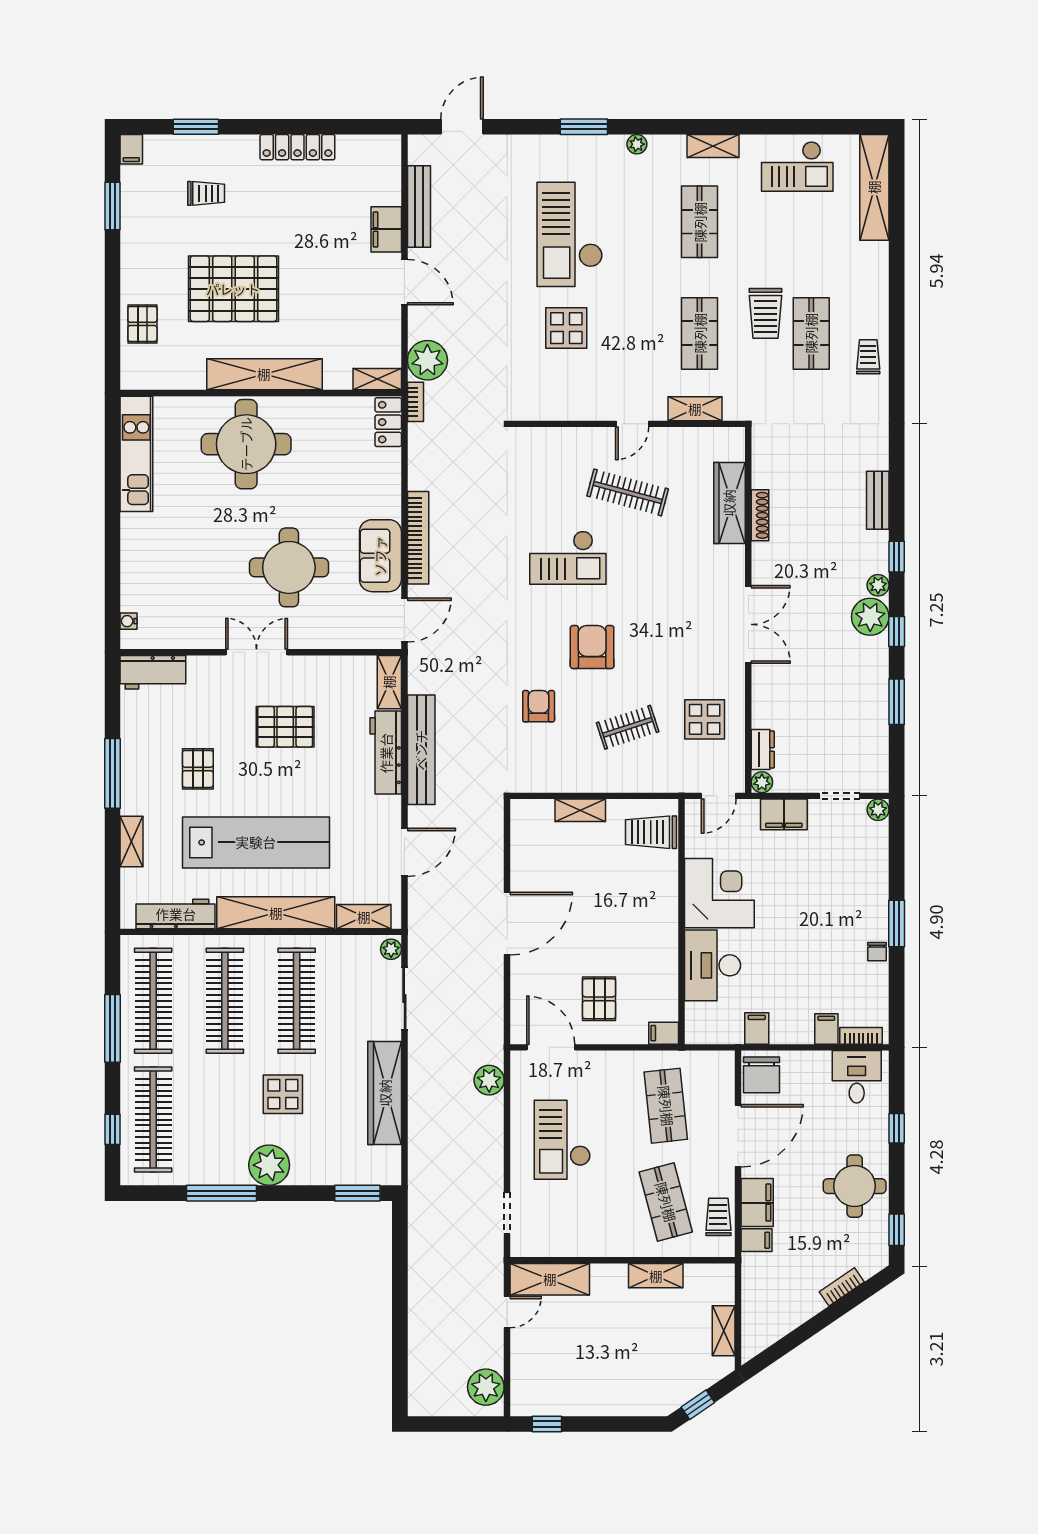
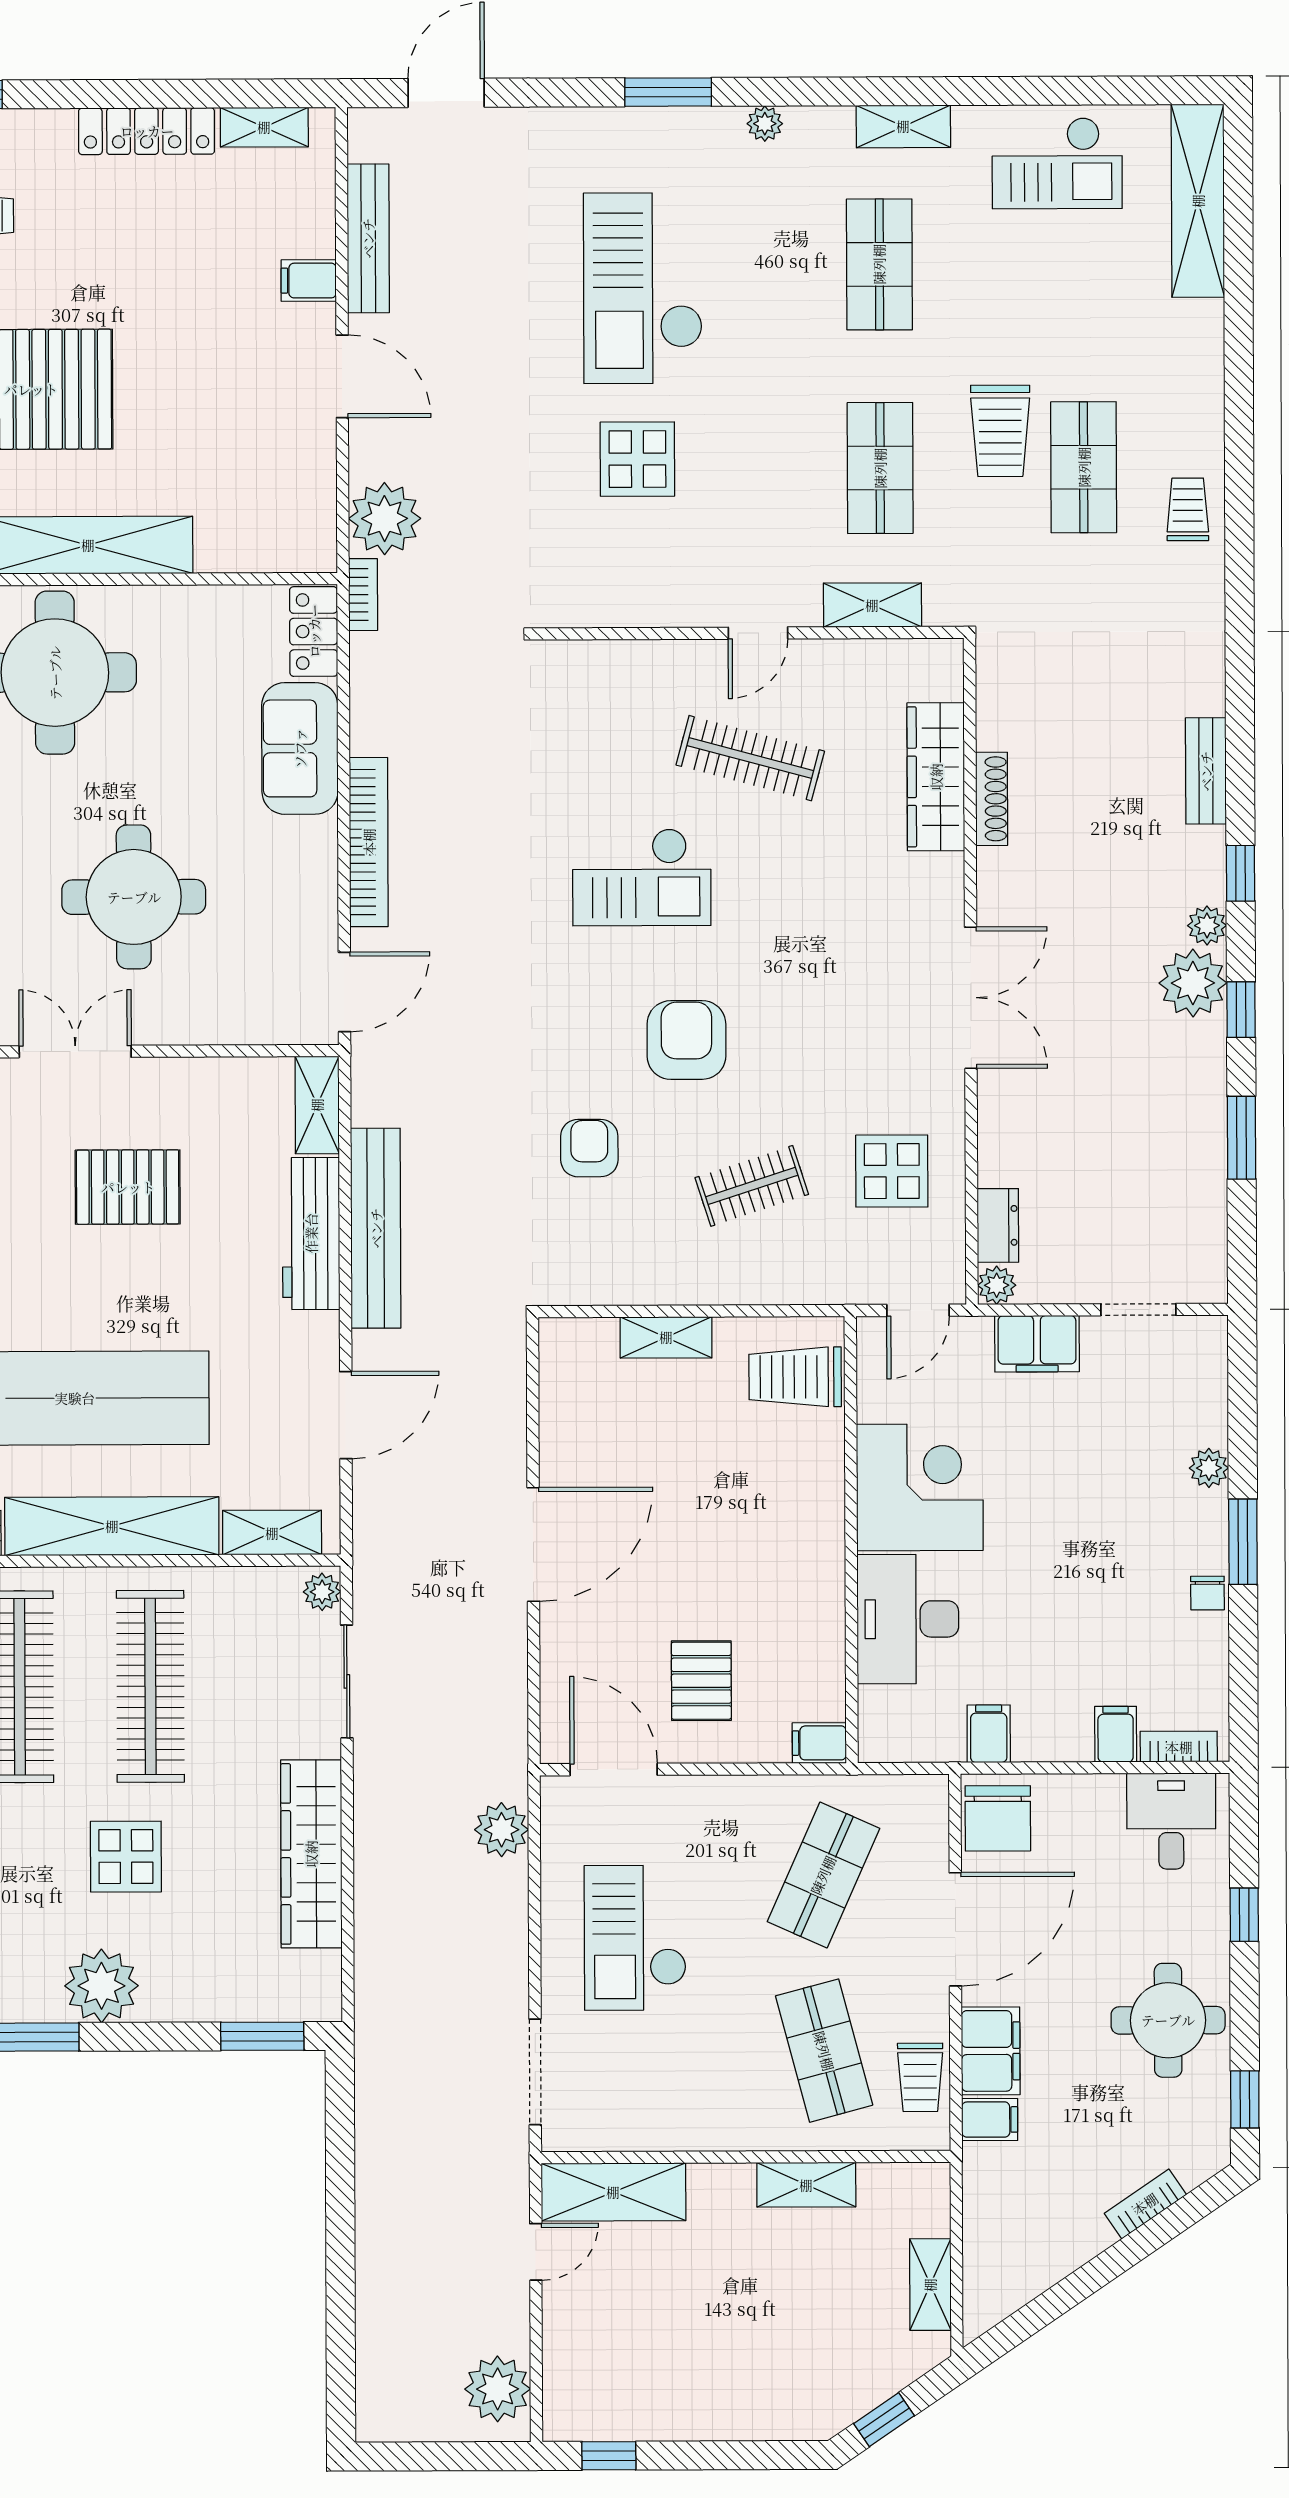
filing cabinet: (386, 229) -> (309, 281), width x0.50
shelving: (377, 379) -> (264, 127), moved
sofa: (380, 556) -> (300, 748), moved
plant: (878, 810) -> (1209, 1468), moved
shop shelf: (666, 1106) -> (823, 1875), turned 30
doorway: (507, 1213) -> (535, 2072), width x1.38
trolley: (718, 1217) -> (920, 2077), turned 180

